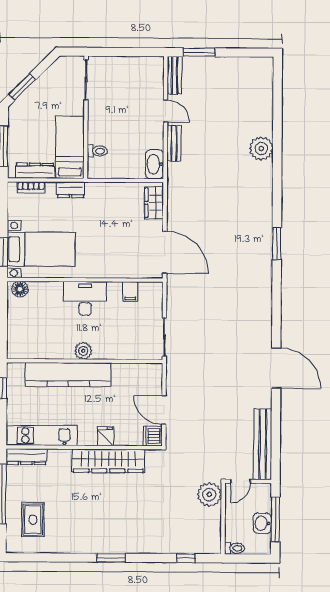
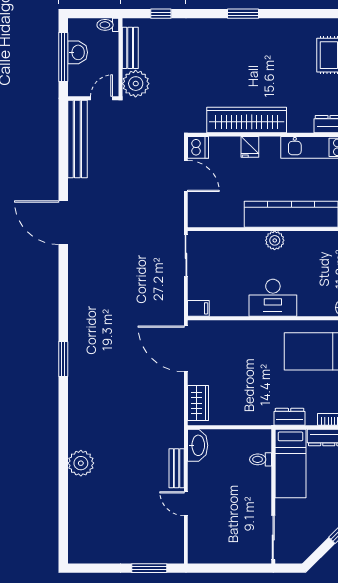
bench: (175, 75) -> (130, 48), moved
filing cabinet: (130, 291) -> (198, 308), moved, turned 90

